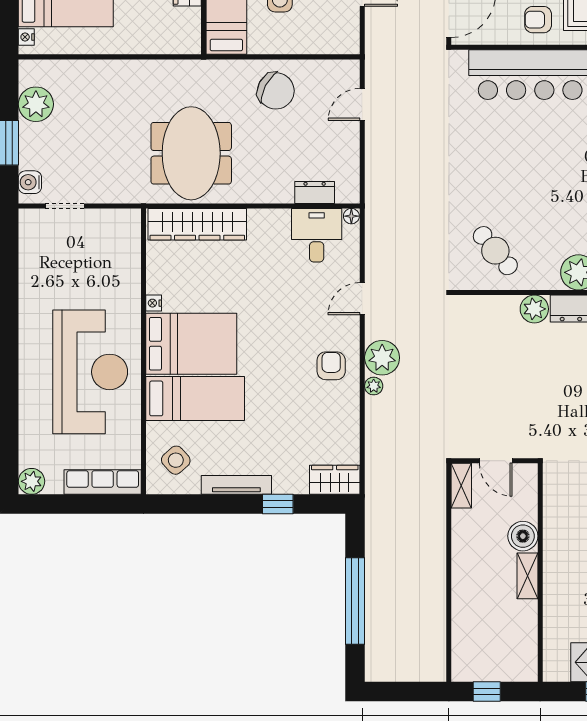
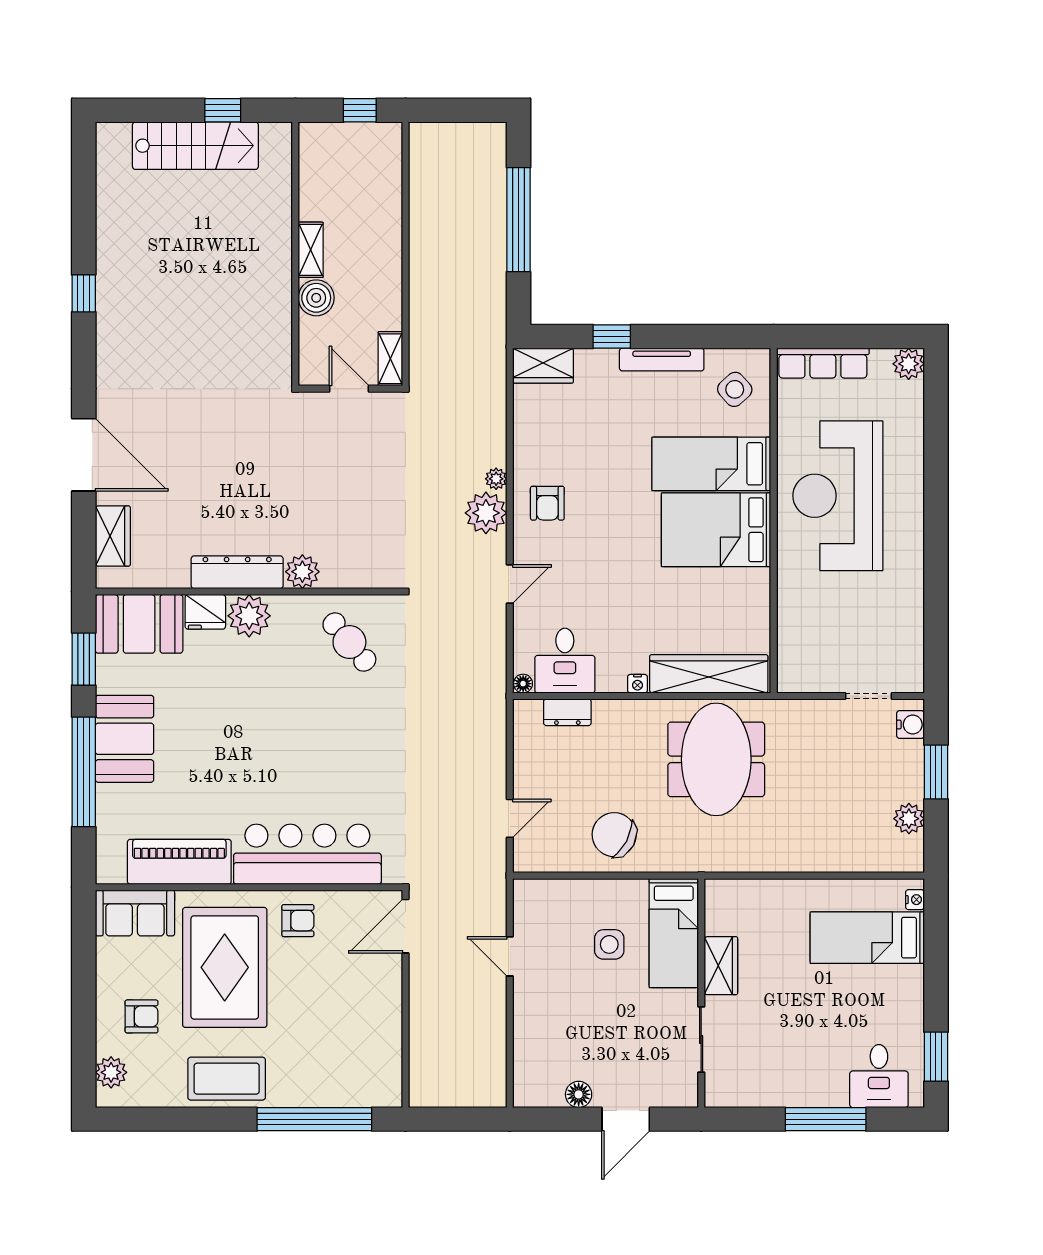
plant: (36, 104) -> (909, 819), width x0.73, depth x0.73
nightstand: (154, 303) -> (637, 684), moved, turned 90

